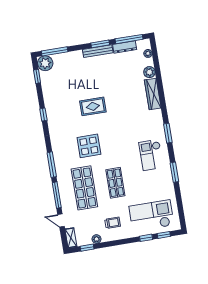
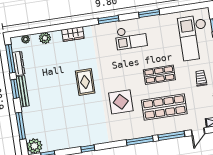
window: (55, 51) -> (21, 126), moved
wardrobe: (153, 94) -> (73, 34), width x0.67
rug: (93, 106) -> (85, 82), moved

